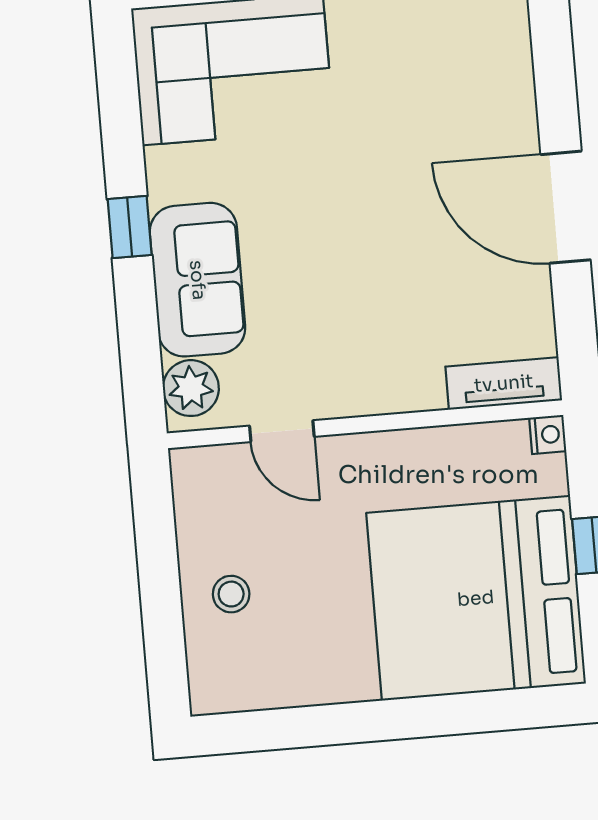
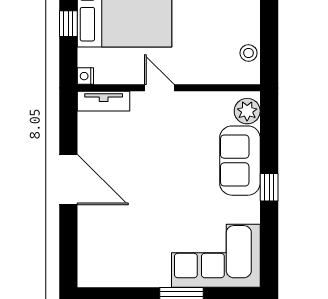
door: (282, 431) -> (159, 88), moved
stool: (231, 594) -> (249, 53), moved

